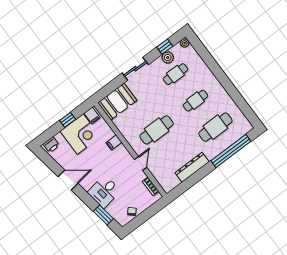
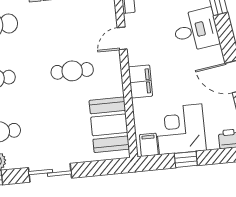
booth: (117, 102) -> (109, 125), moved, turned 90
cafe table: (157, 130) -> (72, 71), width x0.73, depth x0.74
filing cabinet: (114, 142) -> (141, 82), width x2.00

